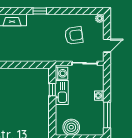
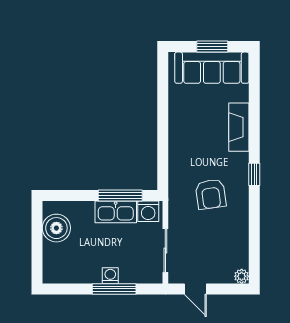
armchair: (74, 35) -> (211, 194), moved
window: (52, 90) -> (120, 196), width x2.17
window: (107, 115) -> (114, 289), moved

